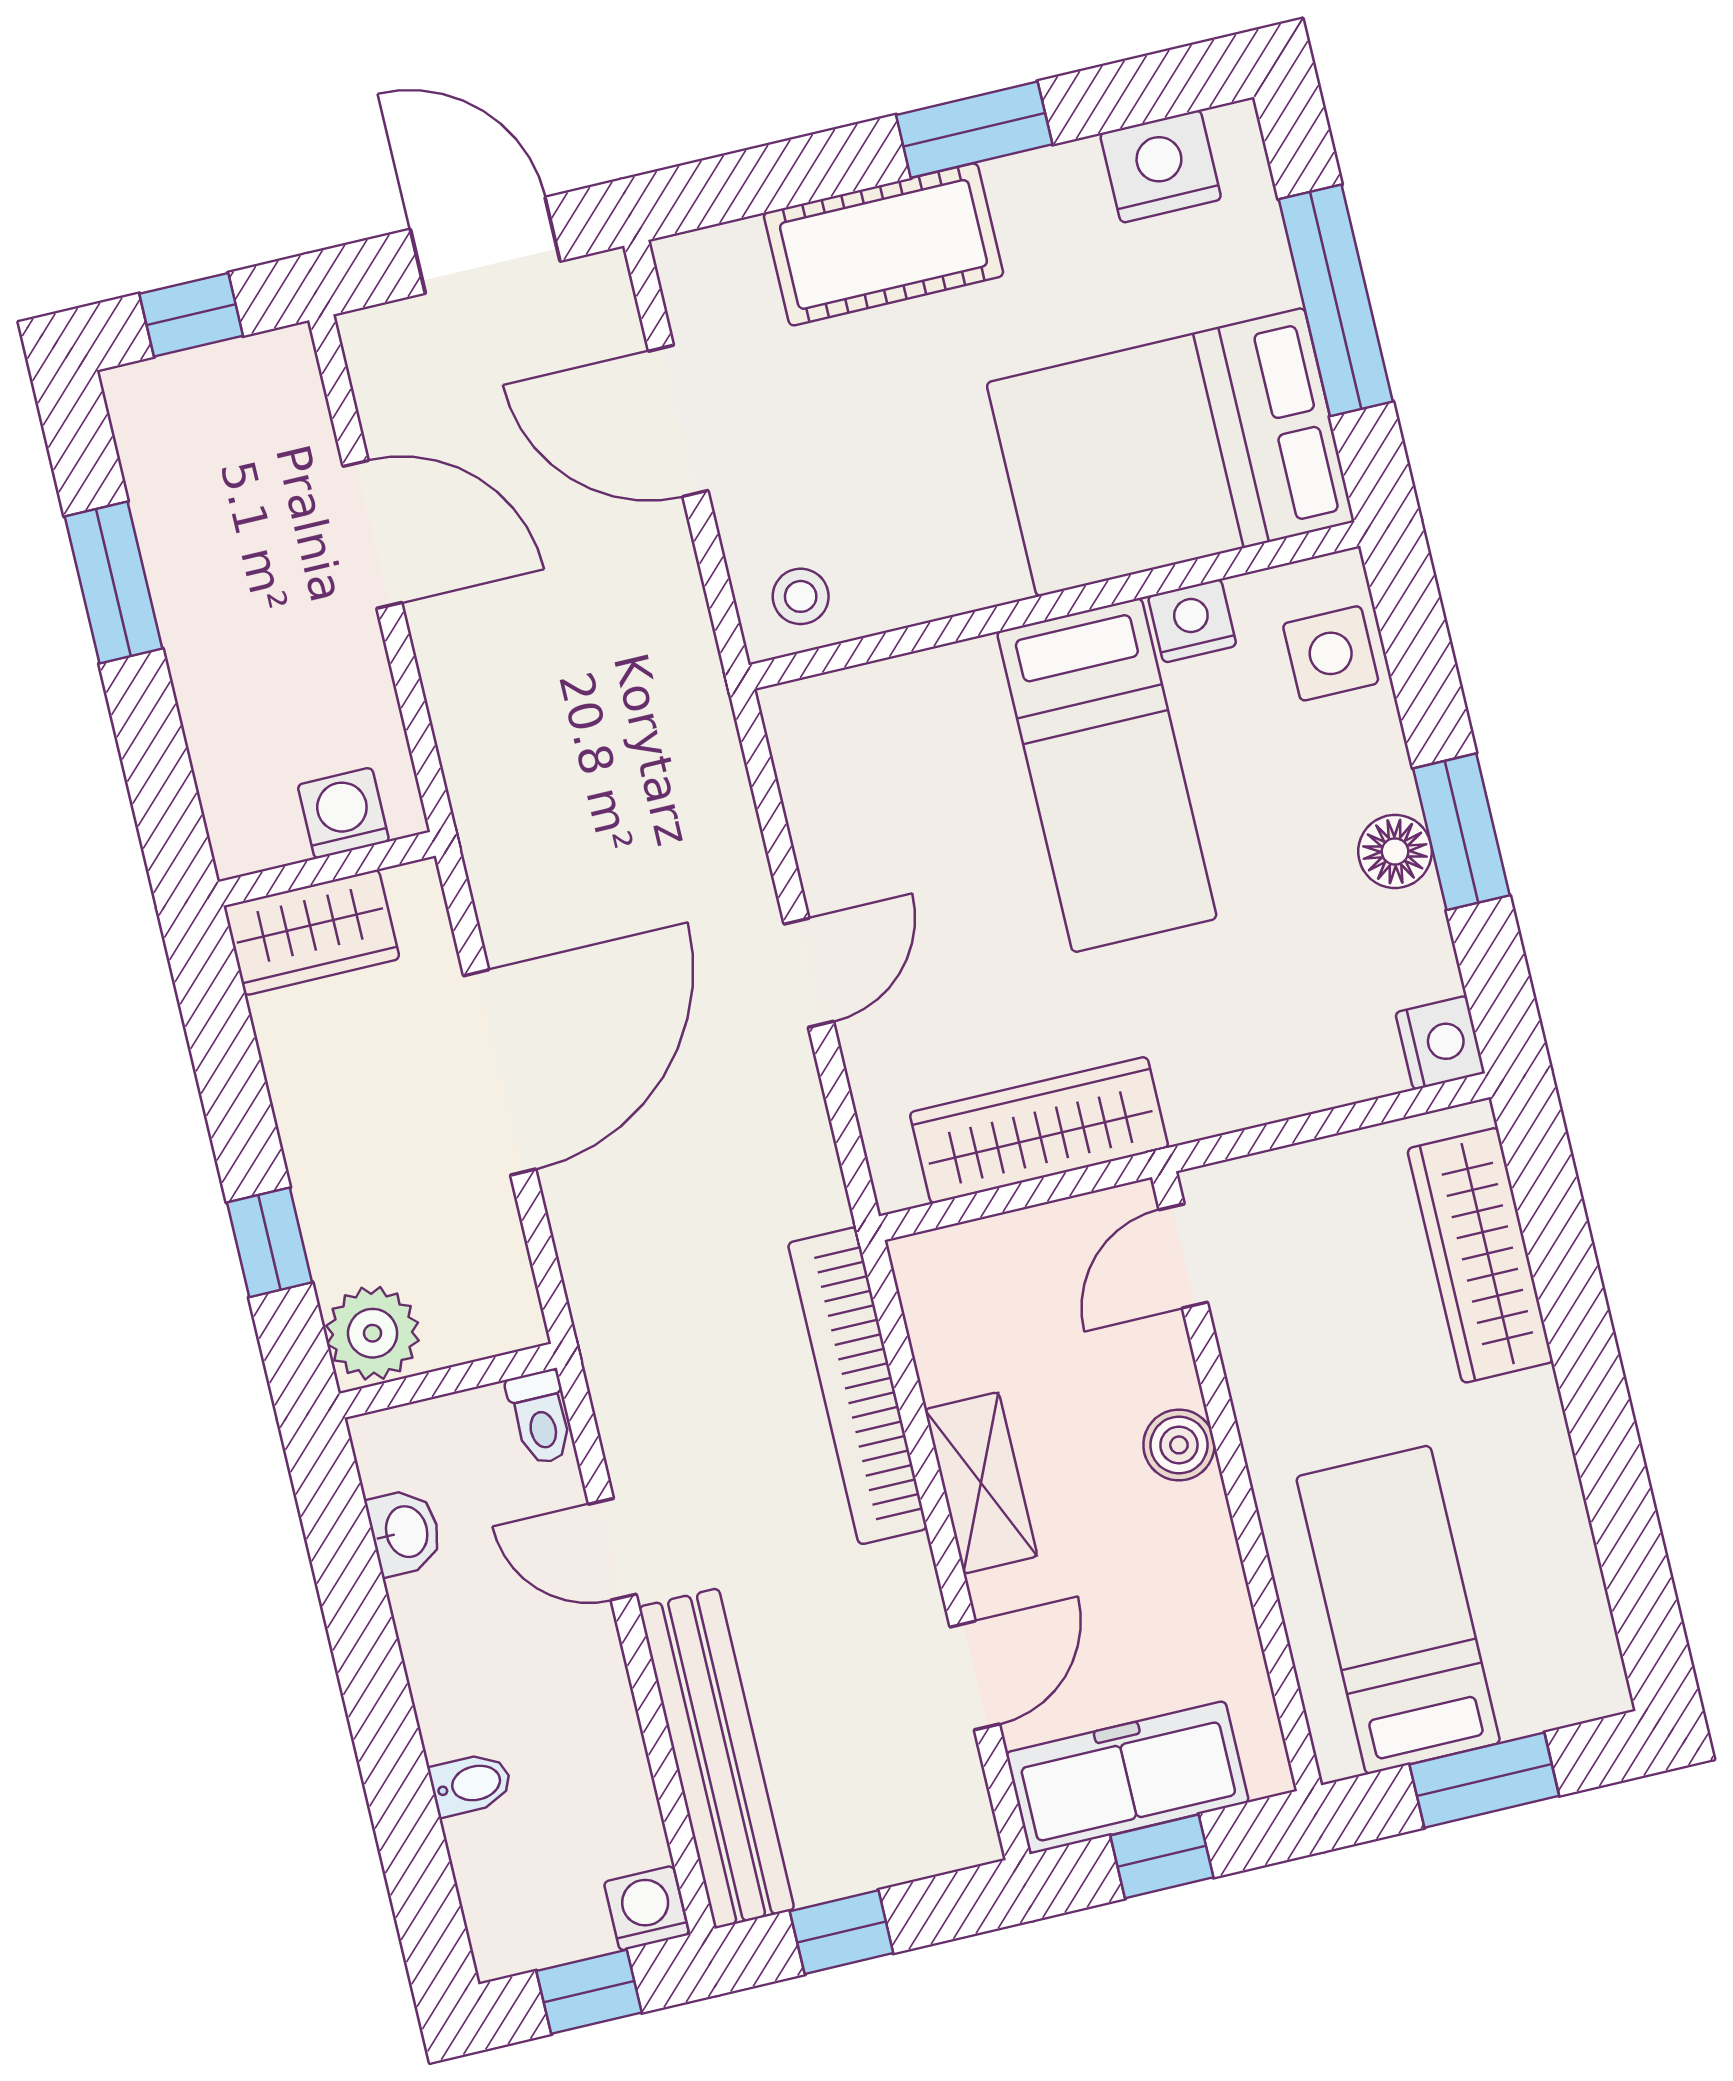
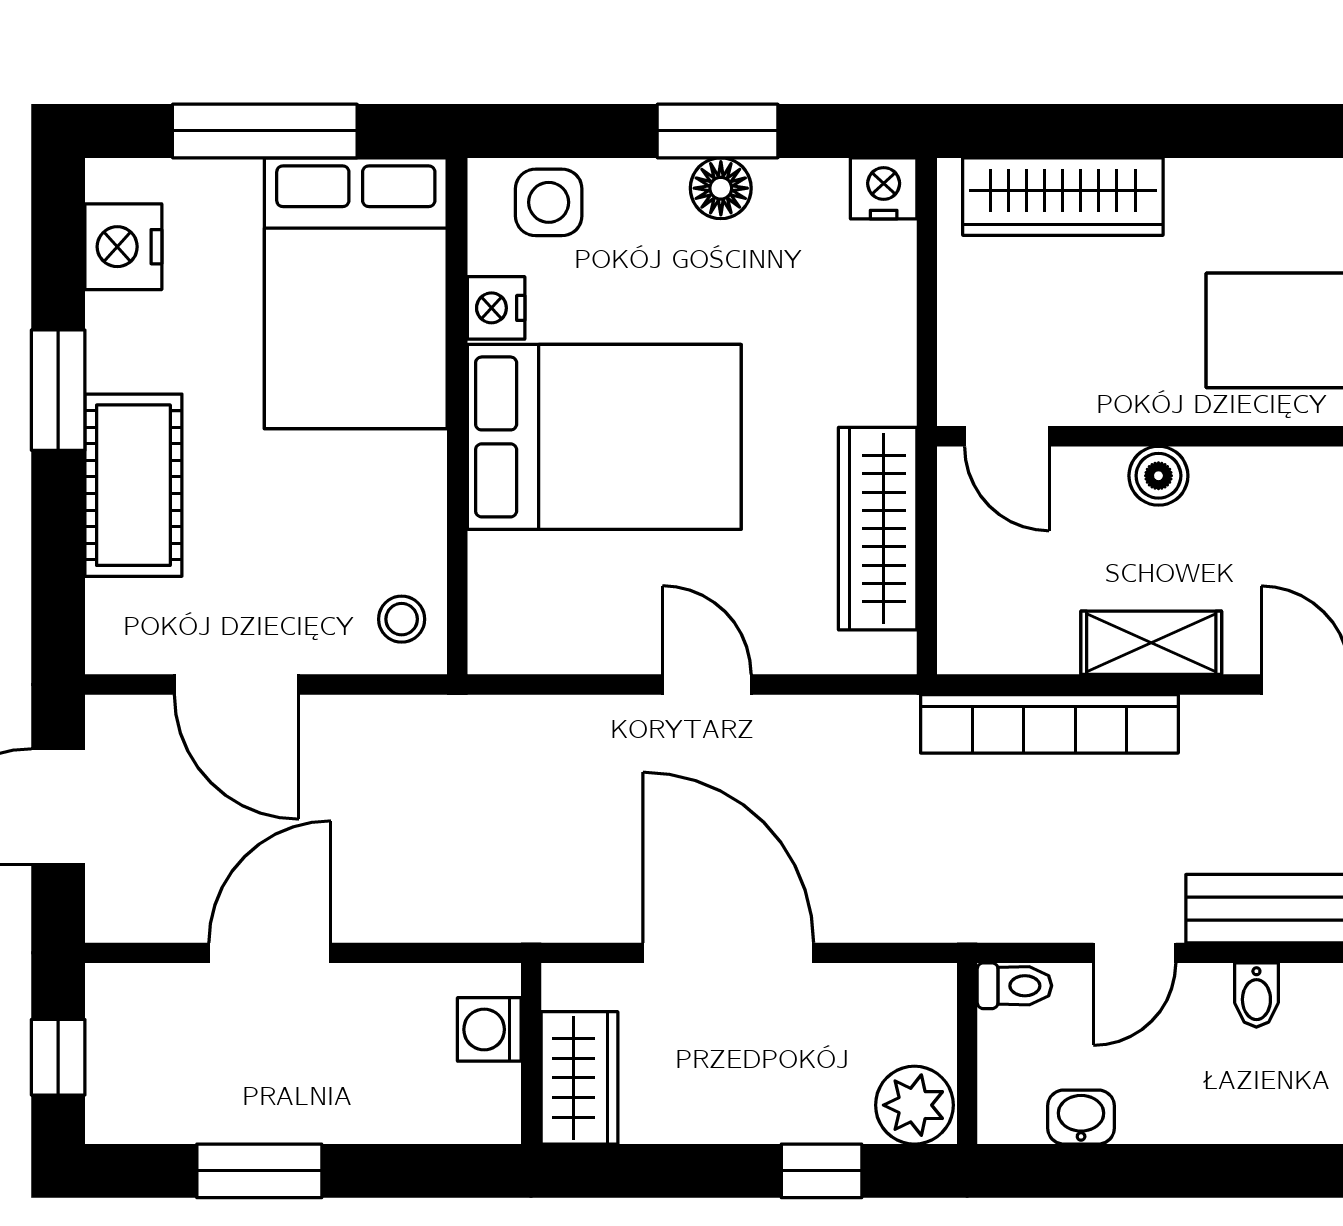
door: (678, 421) -> (237, 684), hinge flipped
bed: (1107, 775) -> (604, 437), width x1.50
bidet: (471, 1784) -> (1256, 995), moved, turned 180

